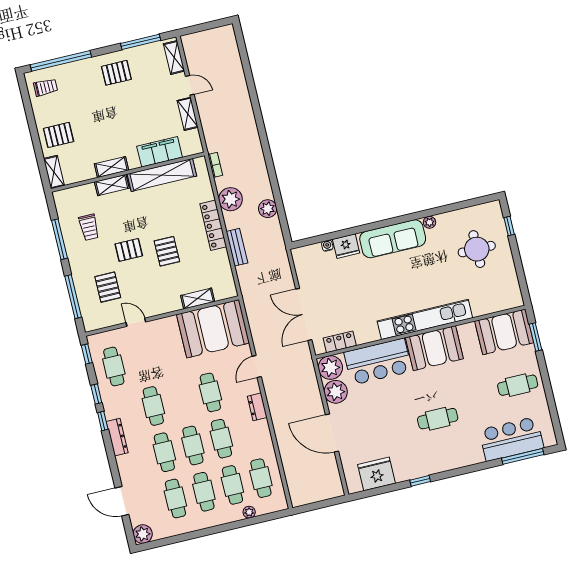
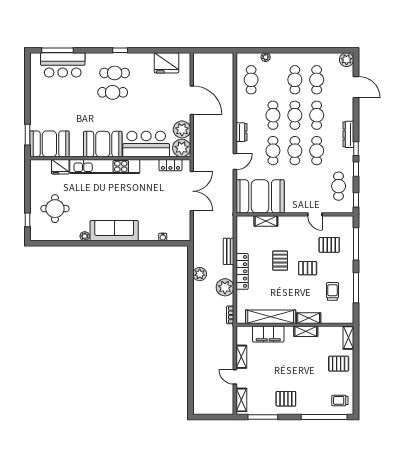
fridge: (346, 246) -> (60, 167), moved, turned 180
pallet: (108, 287) -> (329, 245), turned 90
cafe table: (518, 385) -> (115, 73), moved
window: (420, 481) -> (120, 50), moved
cafe table: (232, 485) -> (295, 151), moved

